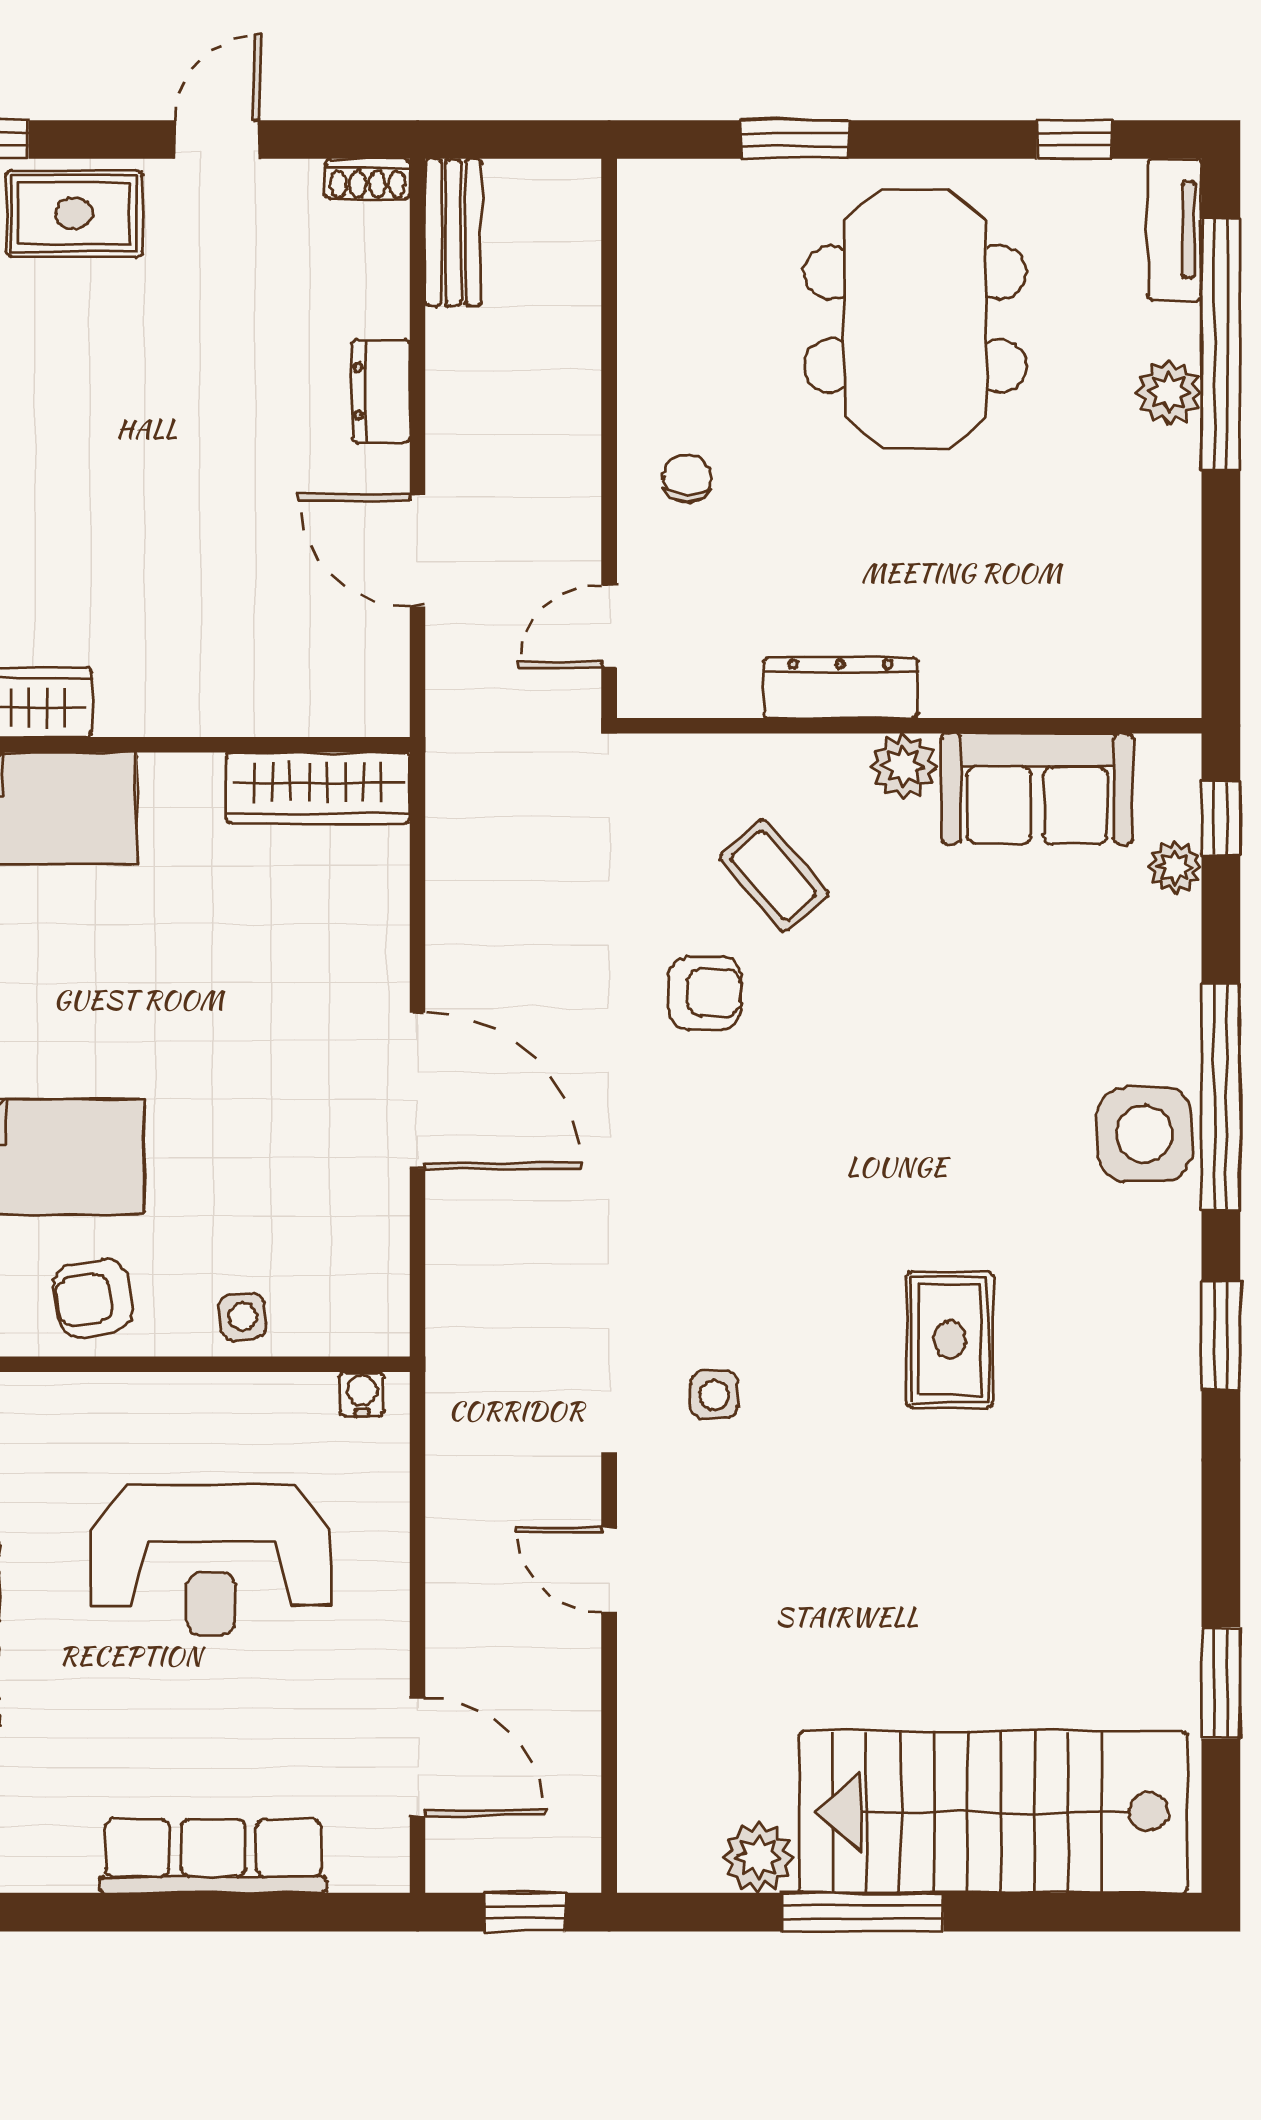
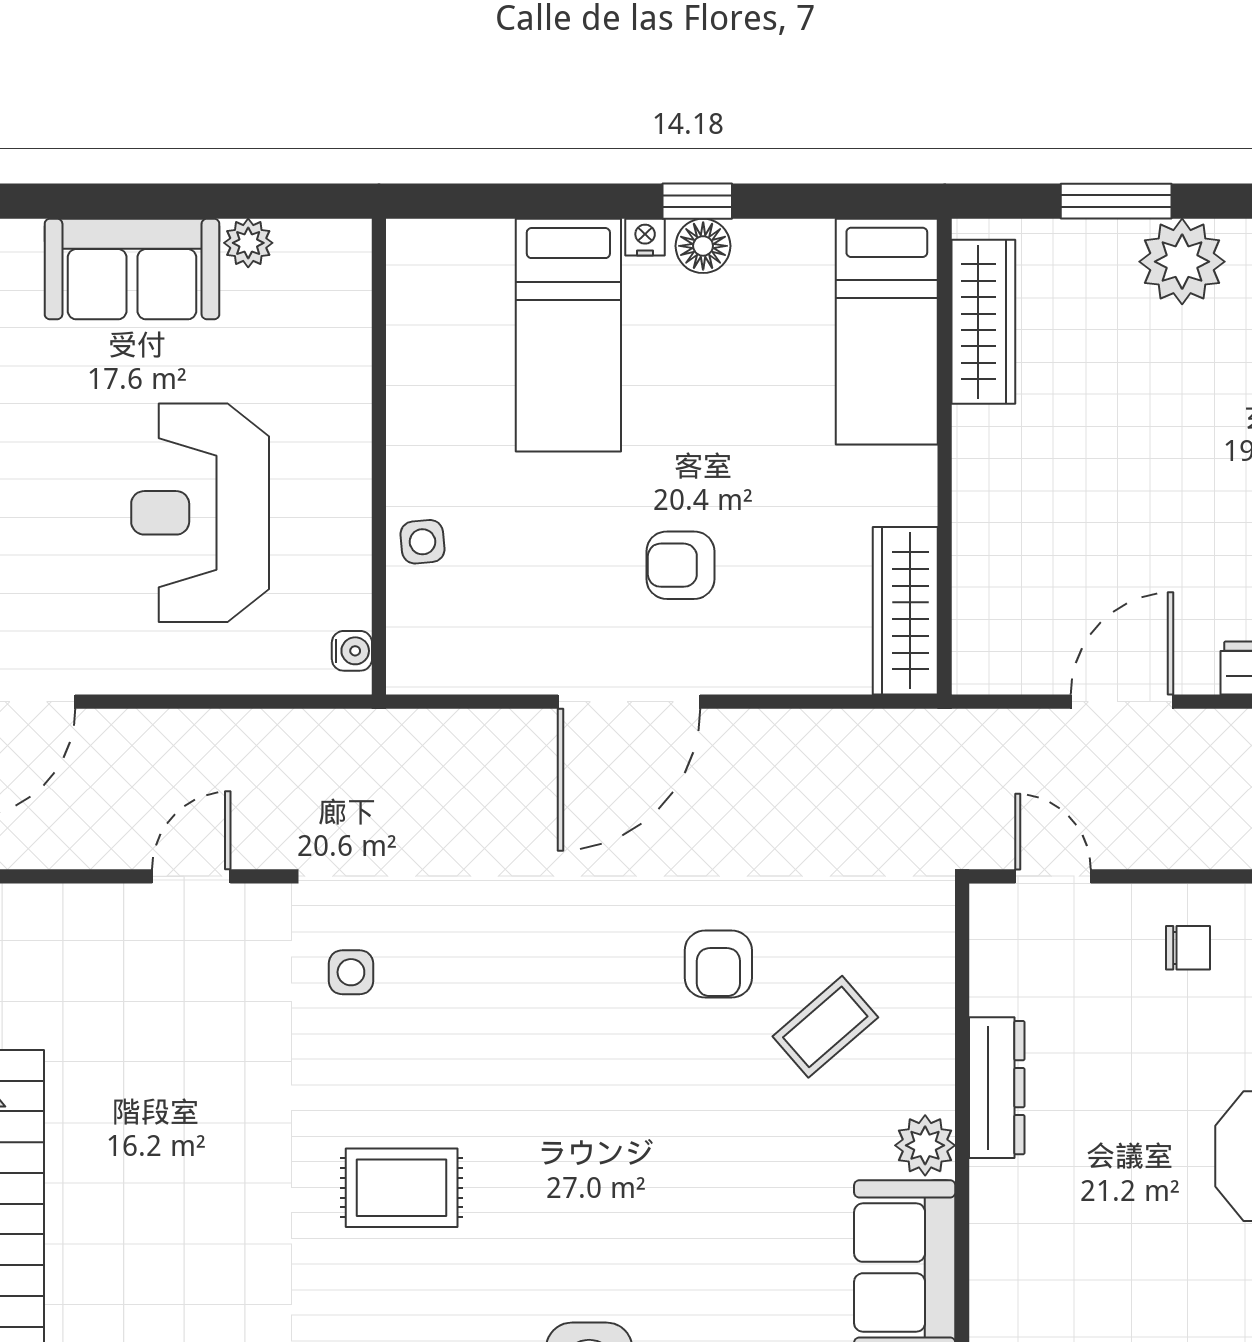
armchair: (93, 1298) -> (680, 565), moved, turned -80

